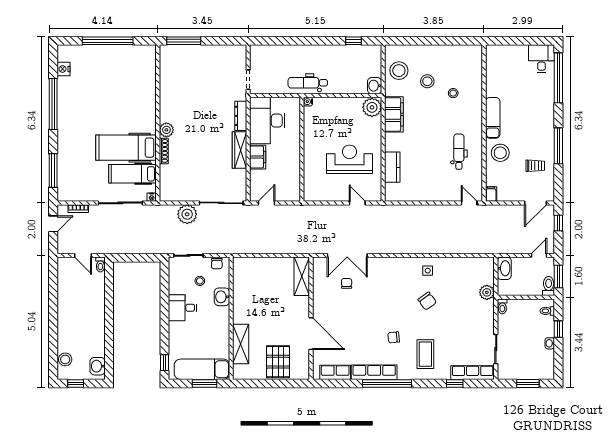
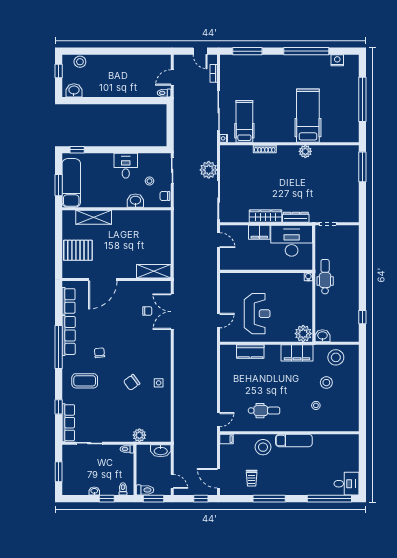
plant: (166, 130) -> (305, 151), moved
hospital bed: (126, 148) -> (308, 116), moved

